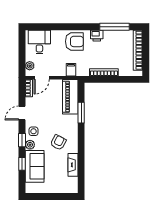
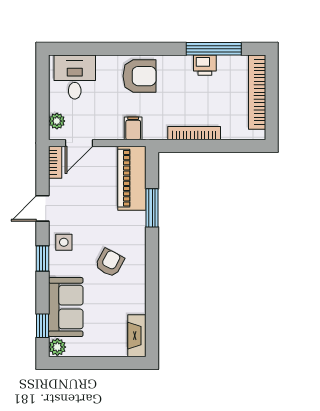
printer: (97, 36) -> (205, 65), moved
plant: (30, 145) -> (57, 347), moved
window: (22, 164) -> (43, 326), moved
fireplace: (73, 165) -> (137, 336), moved

